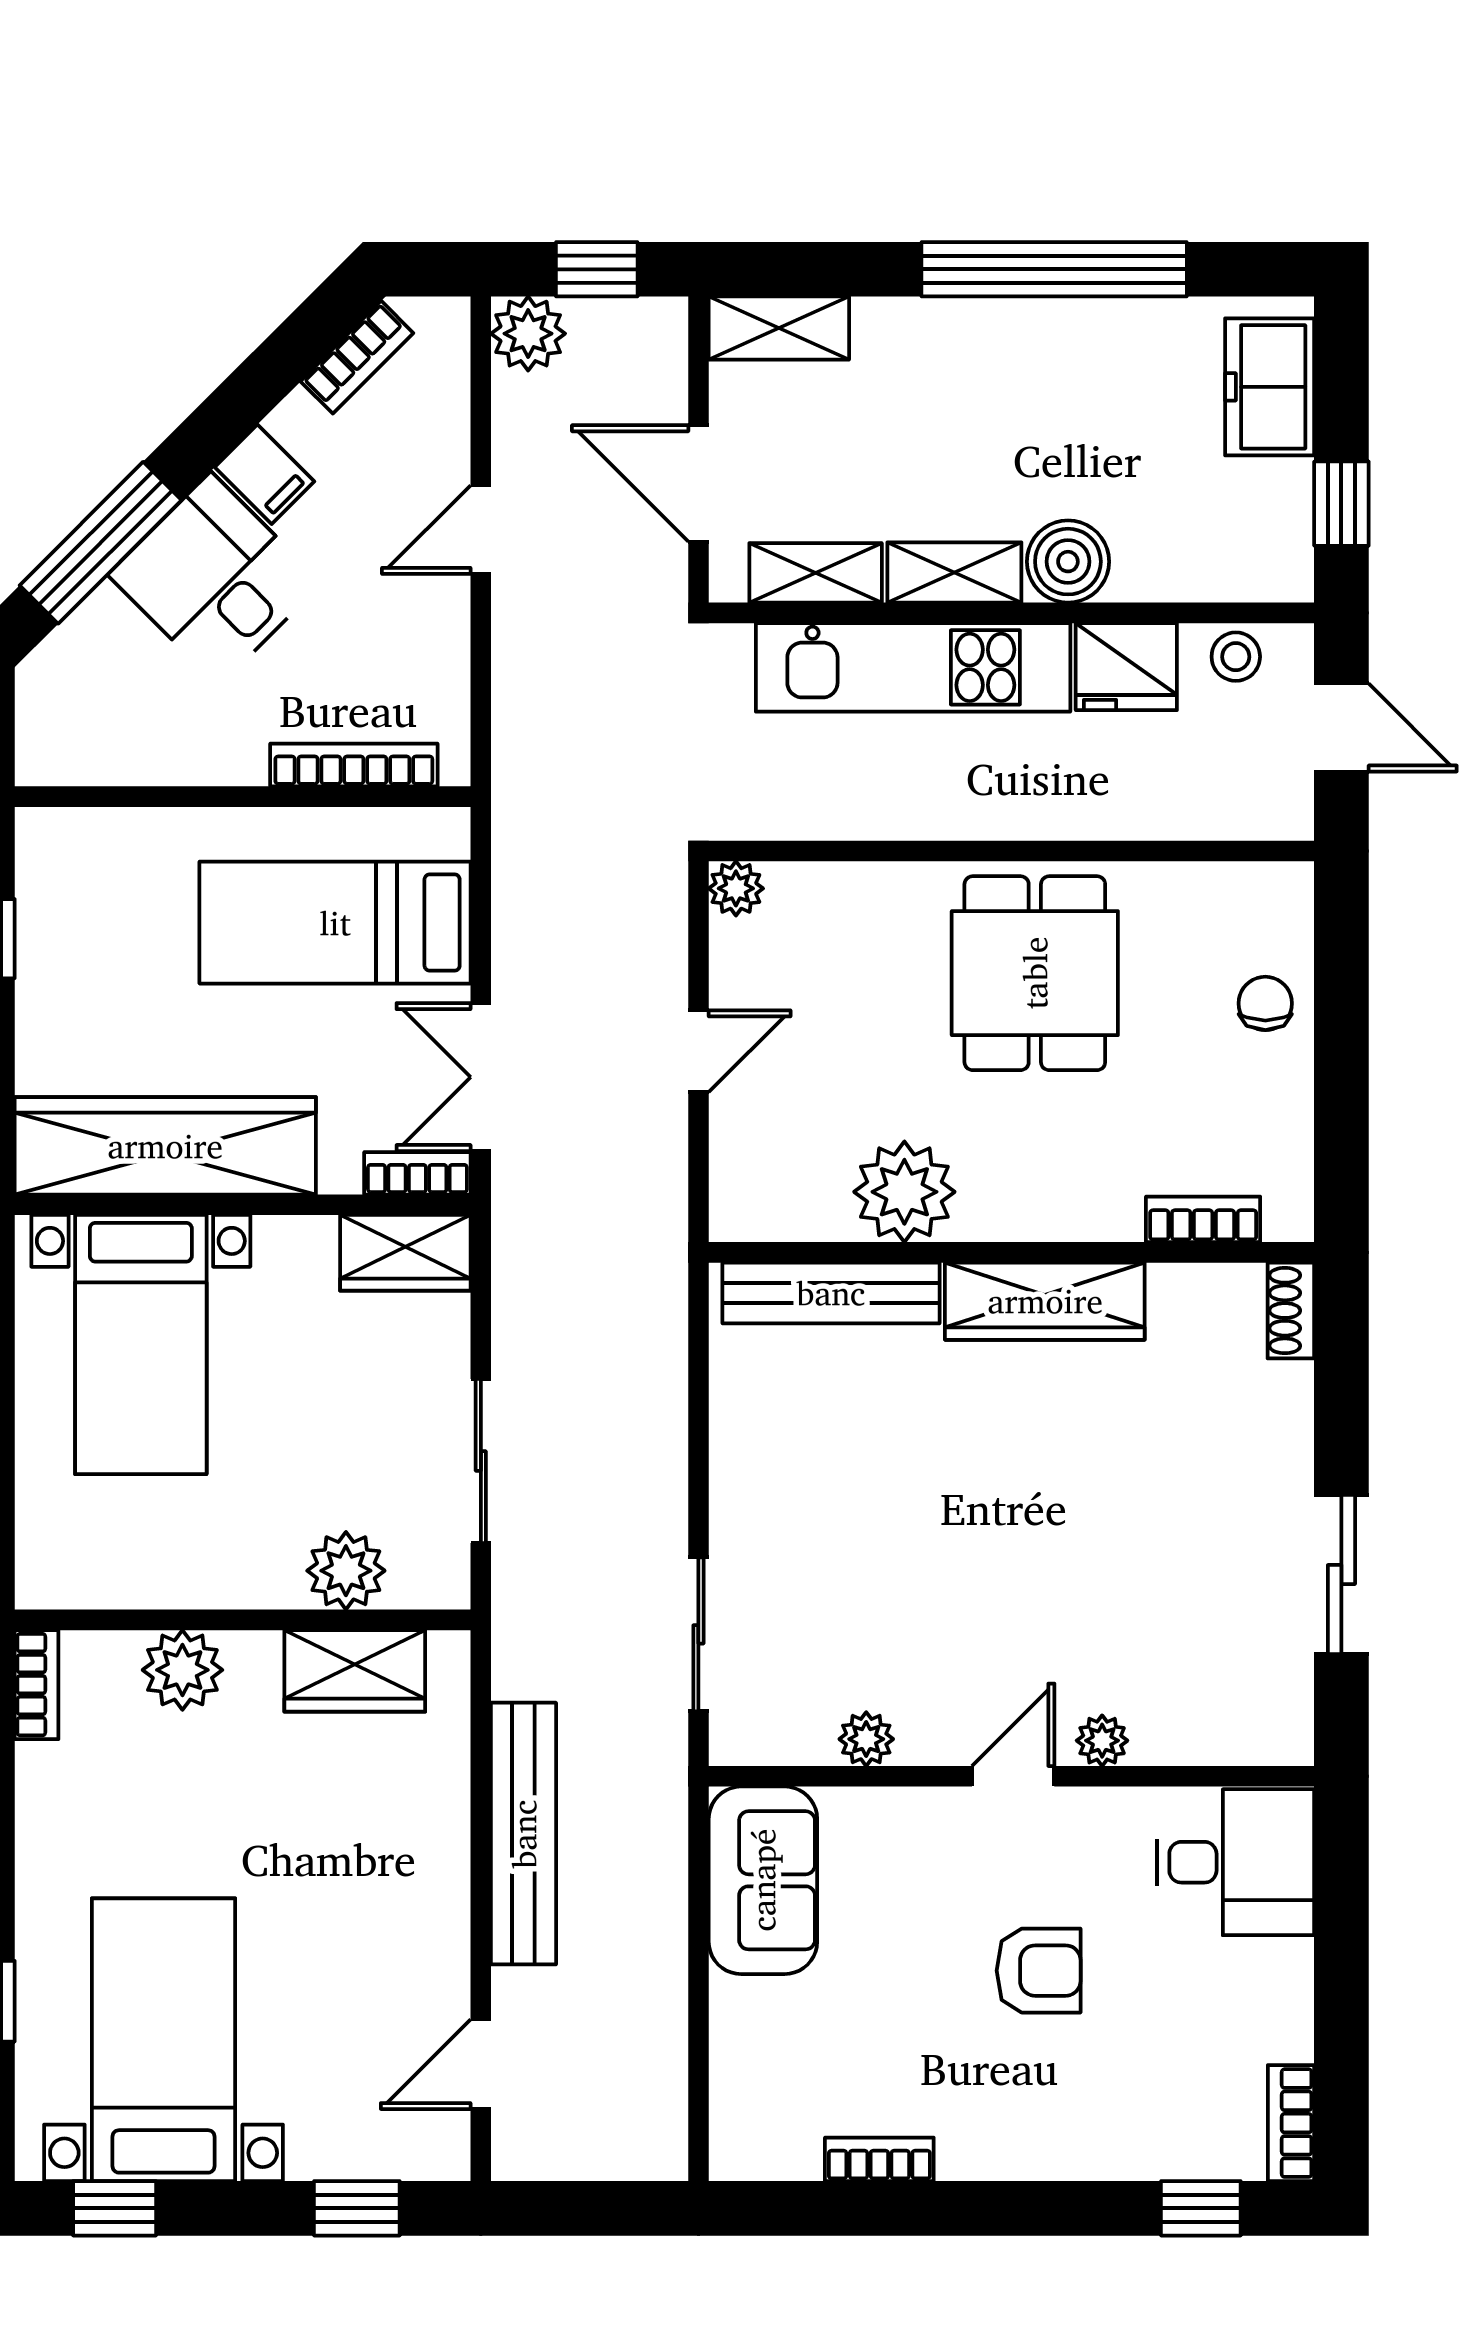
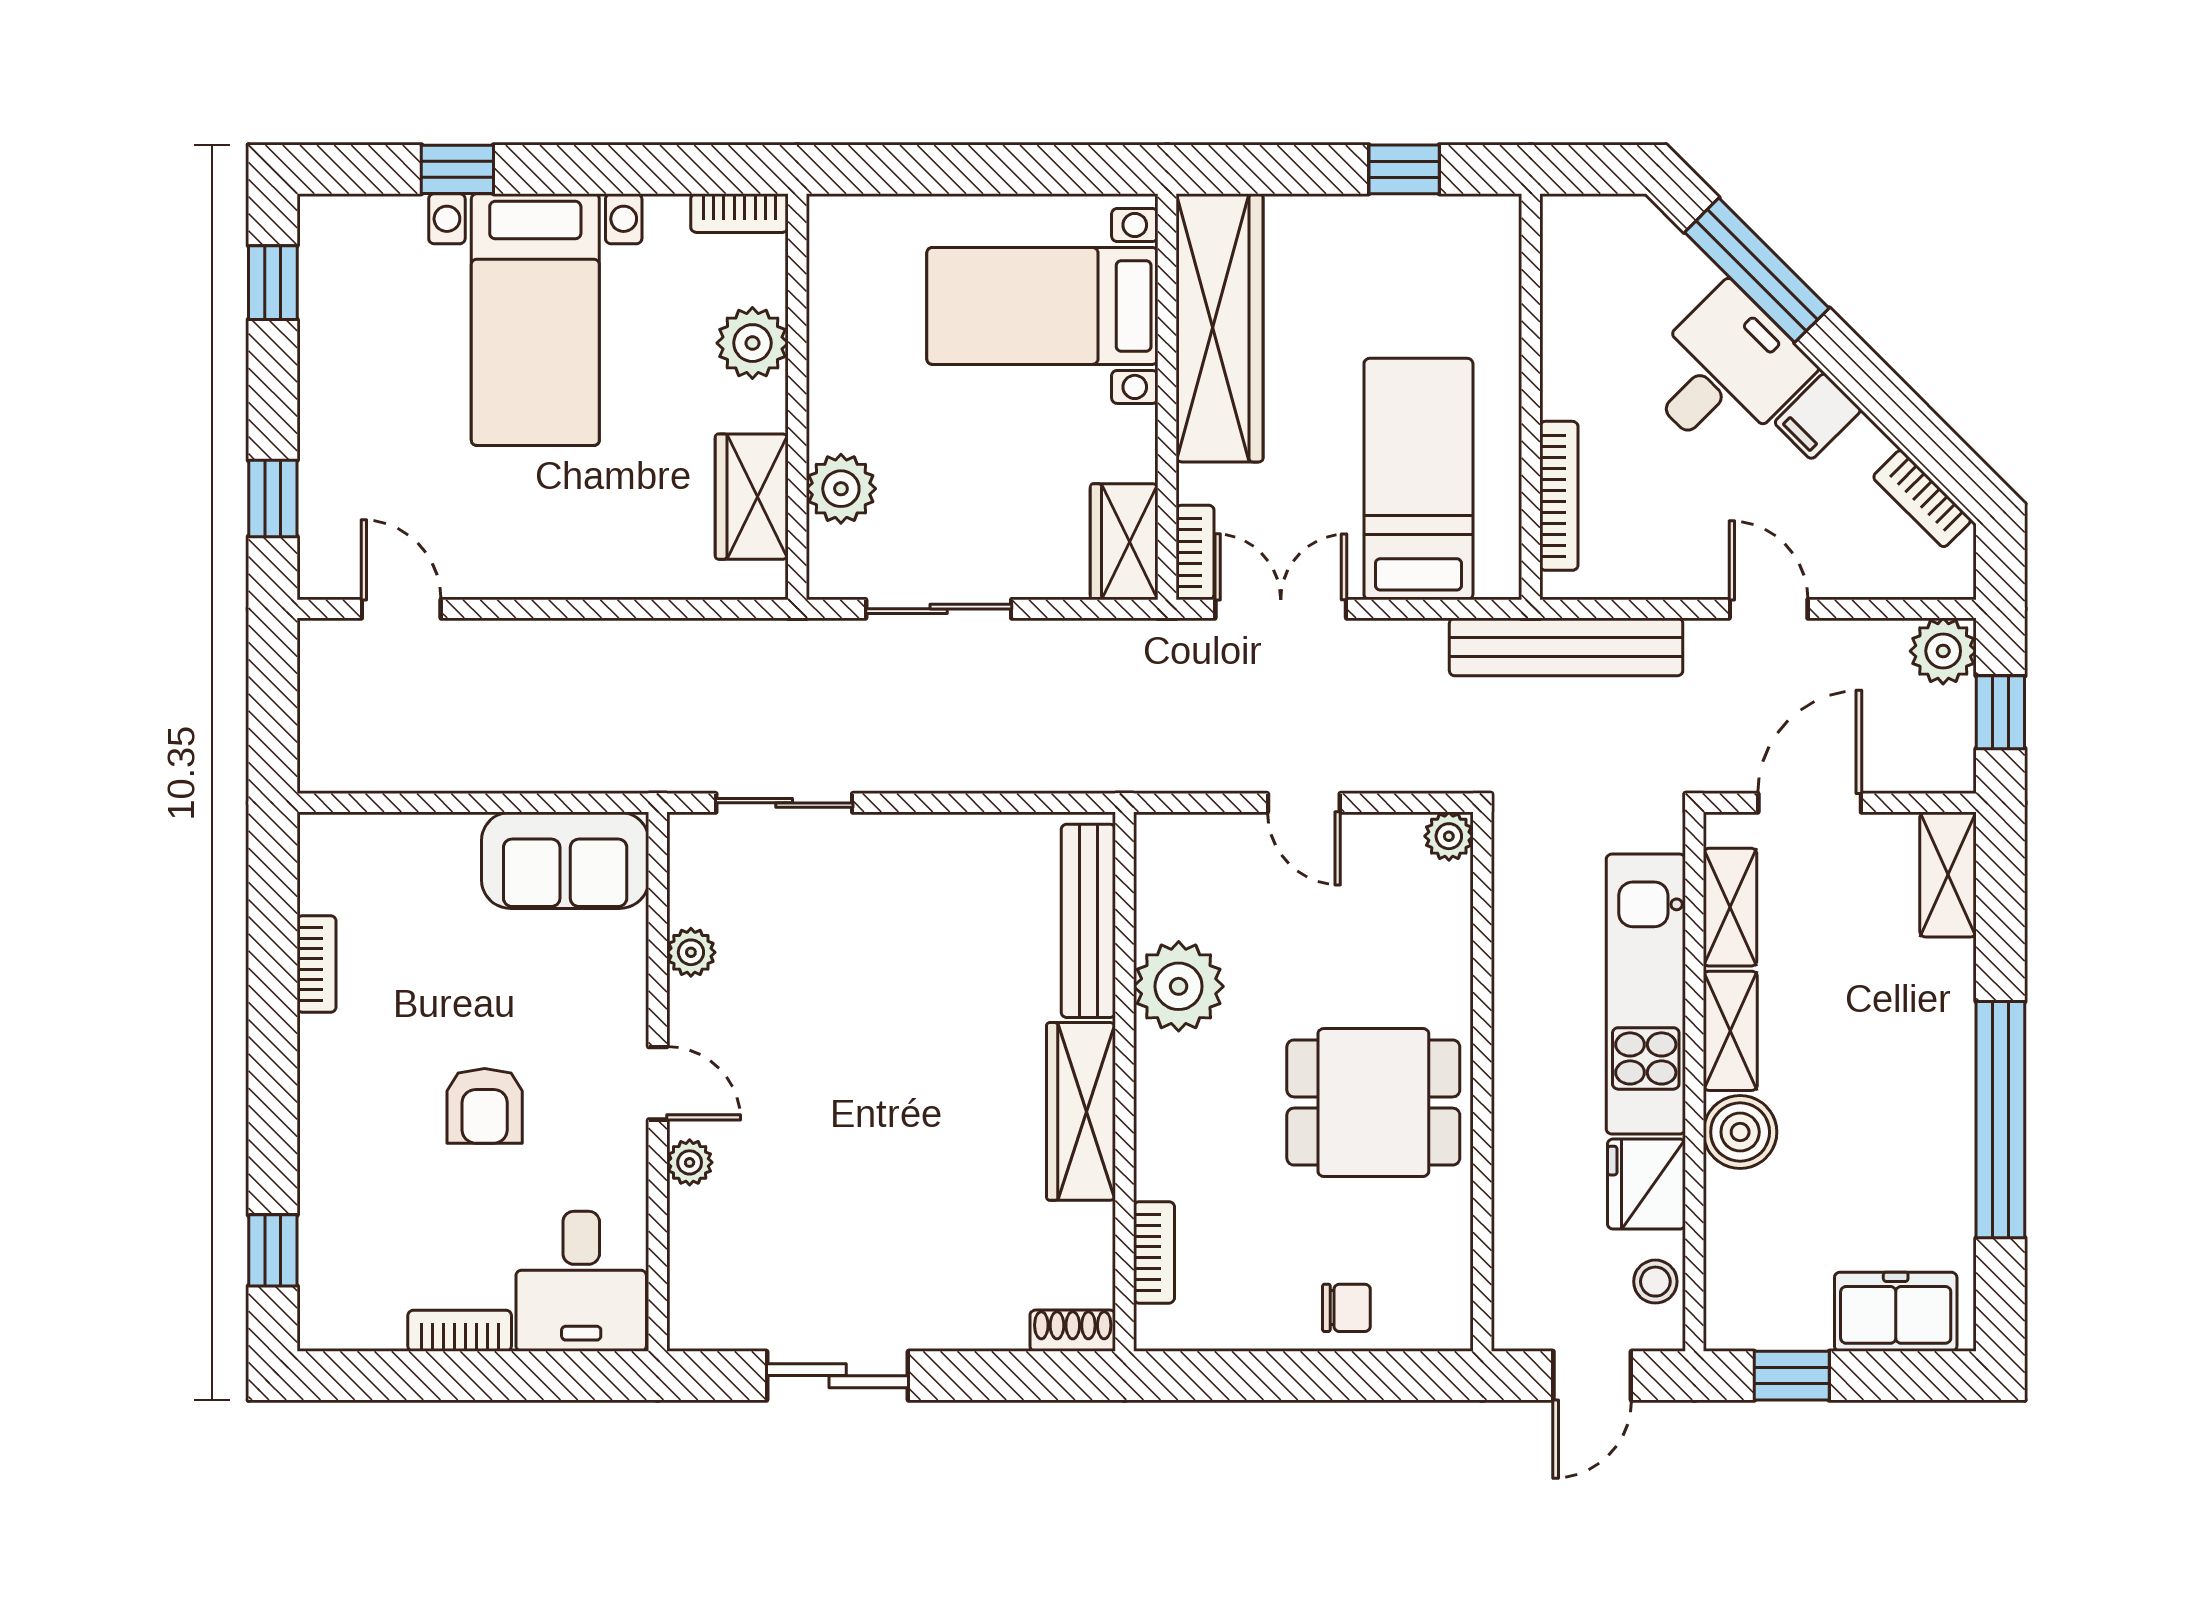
bench: (524, 1834) -> (1566, 647), moved
bed with nightstands: (164, 2040) -> (535, 320), moved, turned 90
bookcase: (1291, 2123) -> (460, 1331), moved

